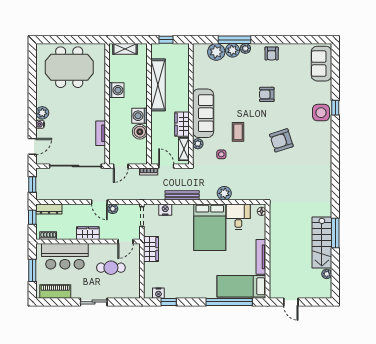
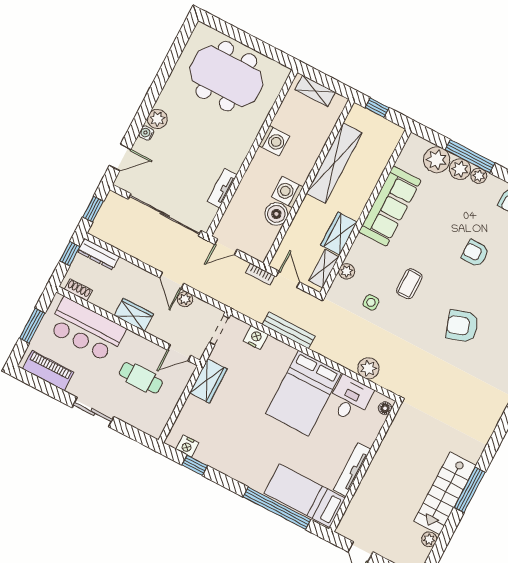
sofa: (203, 113) -> (390, 206), moved
plant: (224, 193) -> (368, 368), moved

